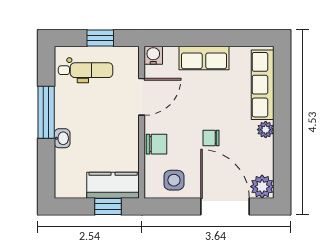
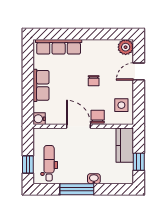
window: (100, 38) -> (28, 164), moved
door: (142, 97) -> (79, 126), moved
plant: (266, 130) -> (88, 45), removed
window: (108, 207) -> (139, 162), moved
door: (225, 207) -> (139, 72), width x0.53

